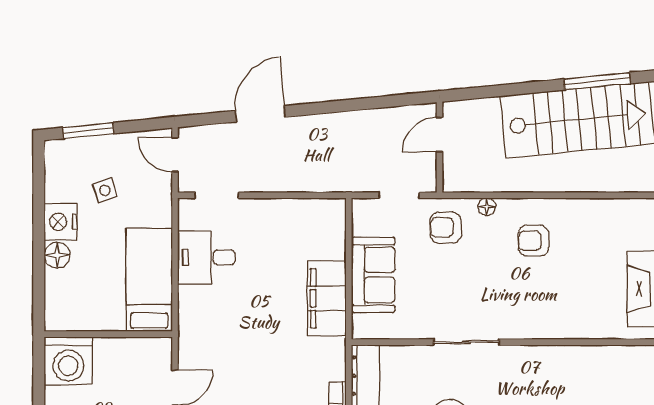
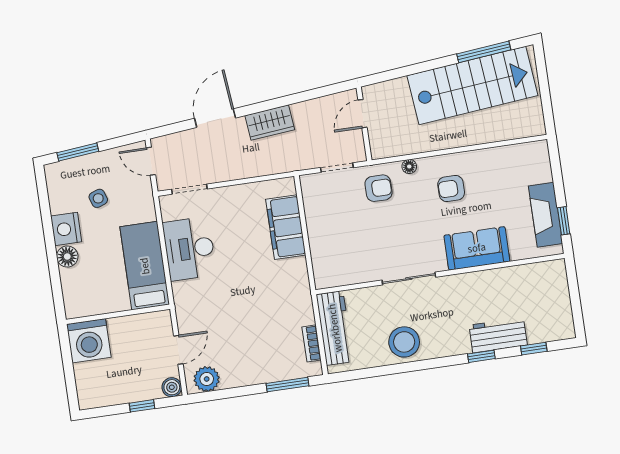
wardrobe: (326, 129) -> (270, 123), added
armchair: (446, 227) -> (378, 188), turned 180
desk: (206, 257) -> (189, 249), width x1.37
sofa: (373, 275) -> (477, 248), moved, turned -90
filing cabinet: (327, 298) -> (286, 227), moved

